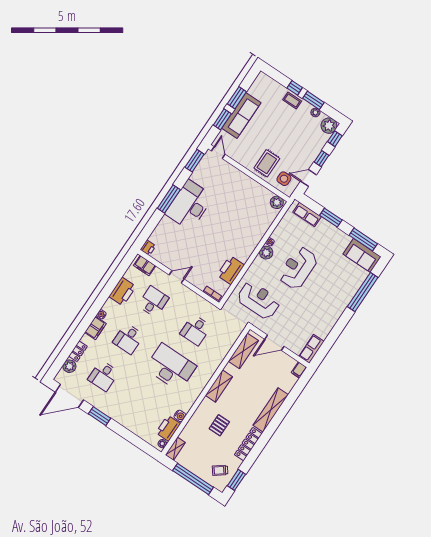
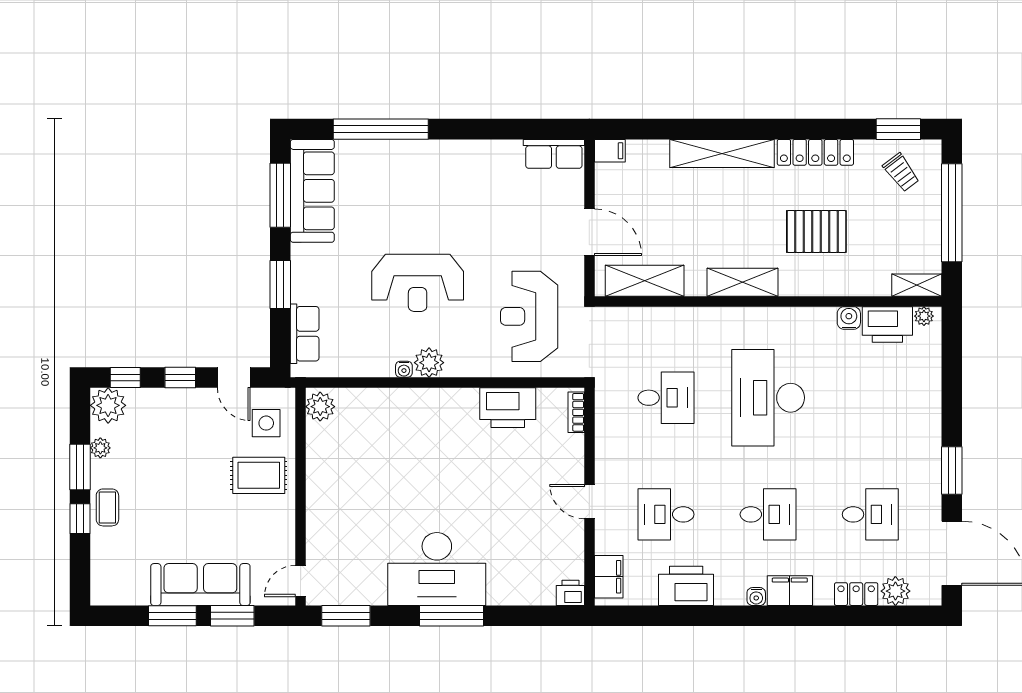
sofa: (362, 255) -> (312, 191), width x1.36
pallet: (219, 425) -> (816, 231), width x1.50, depth x1.42

